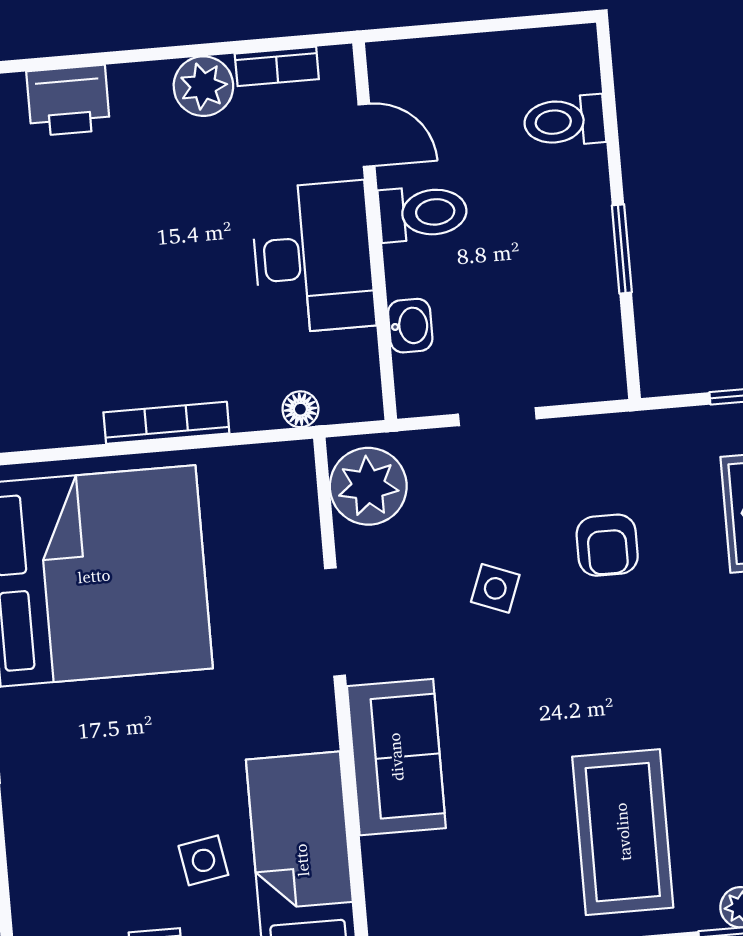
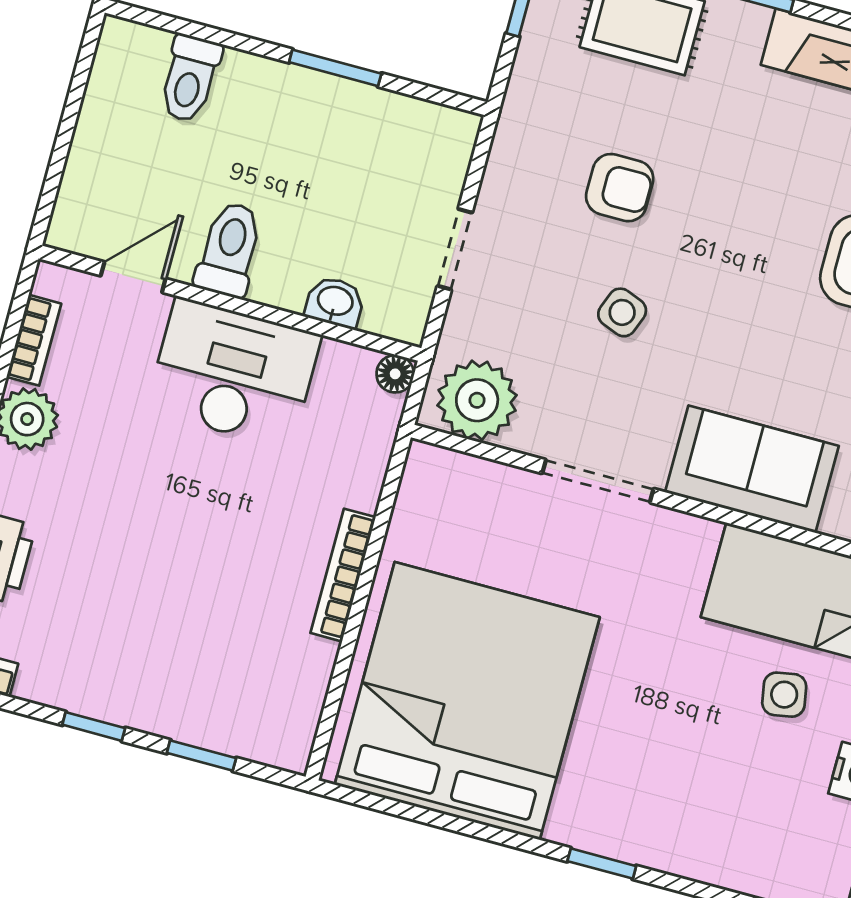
floor lamp: (300, 409) -> (395, 374), moved

